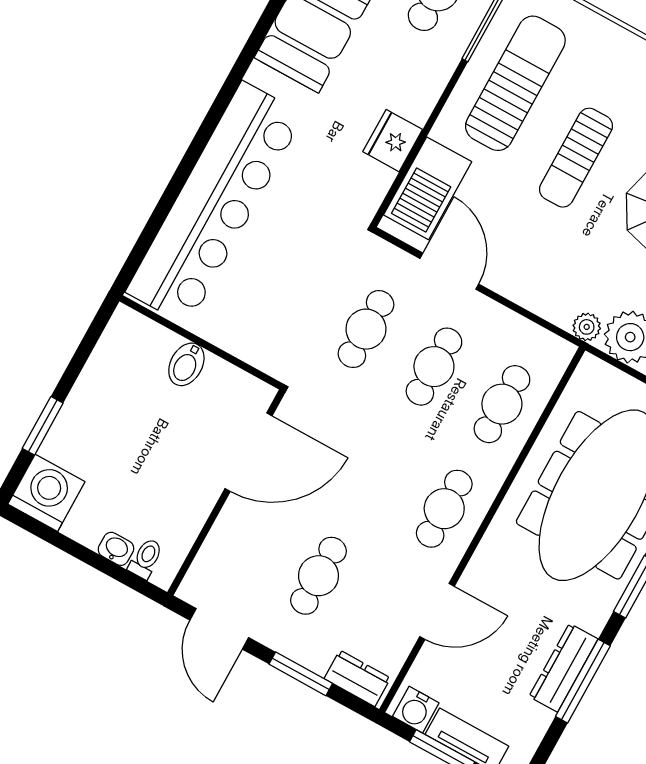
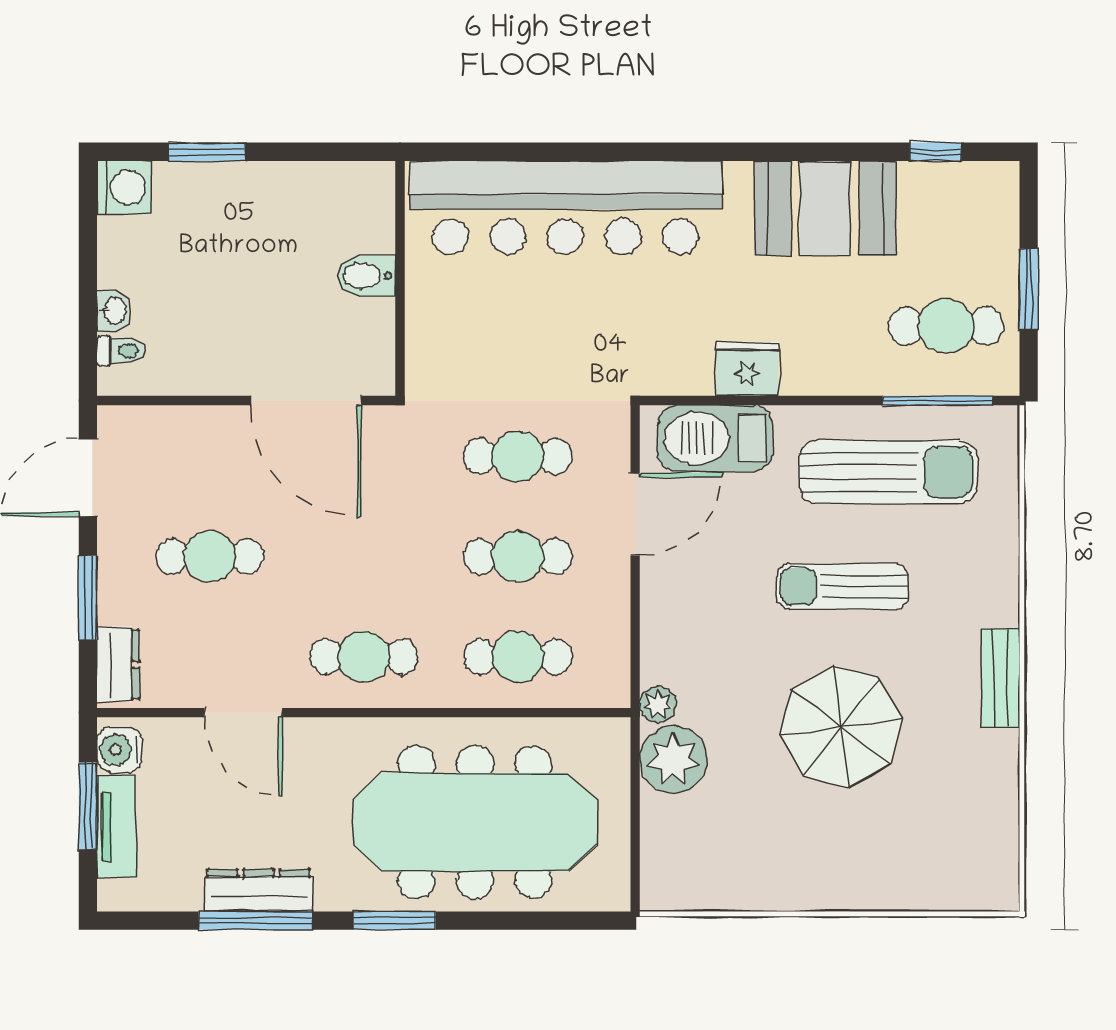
washing machine: (46, 493) -> (124, 188), width x0.73, depth x0.73

